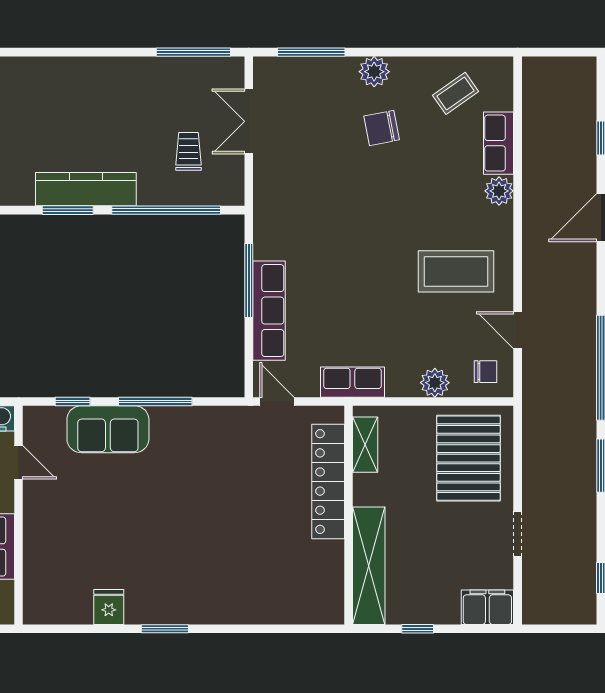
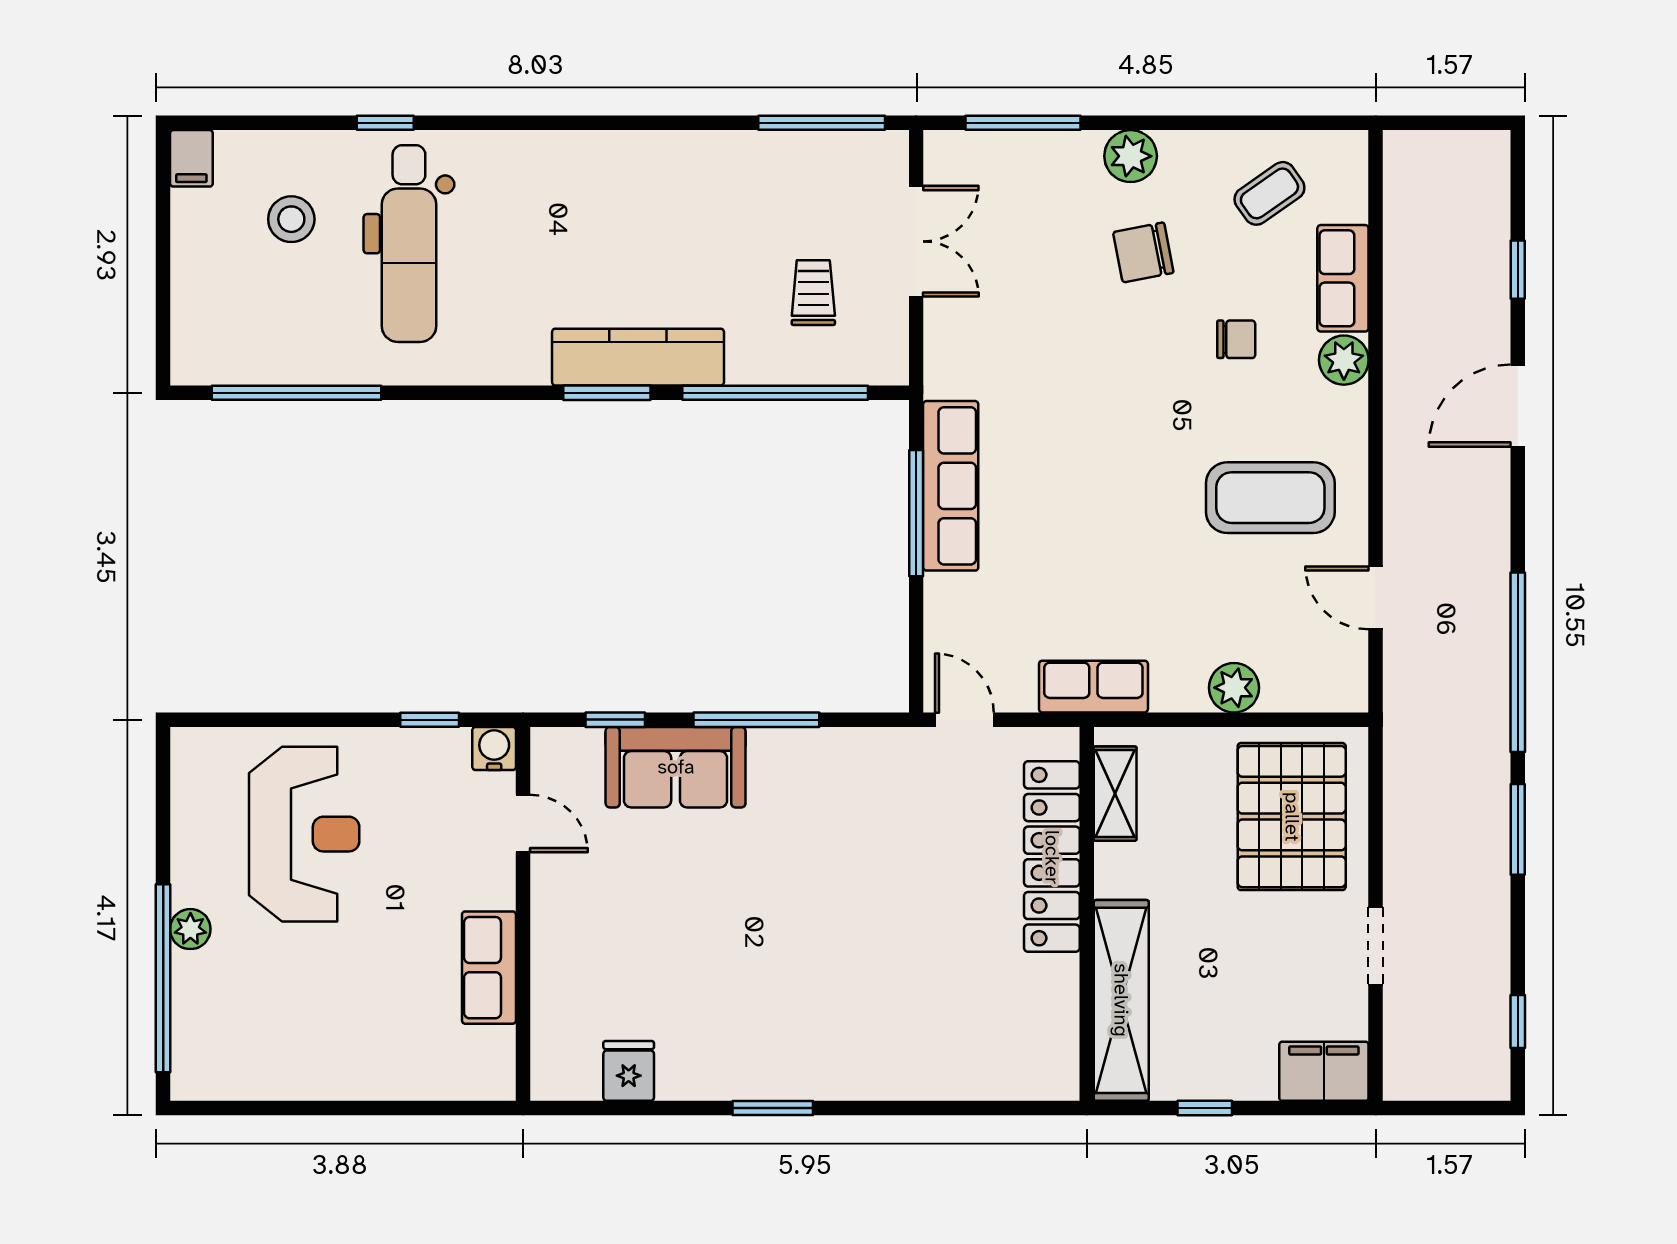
double door: (249, 121) -> (916, 241), swing flipped
row of seats: (269, 311) -> (951, 486), moved
chair: (486, 372) -> (1236, 339), moved
fridge: (109, 607) -> (629, 1071), moved

